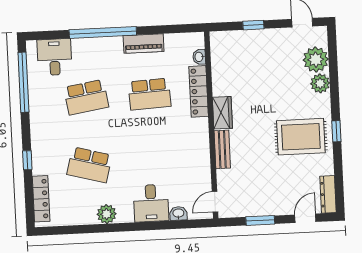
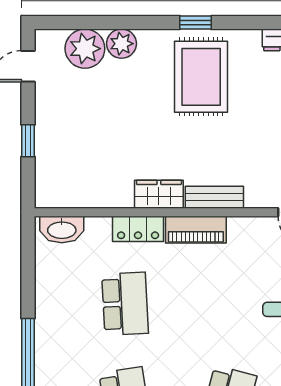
piano: (144, 44) -> (196, 230), moved, turned 90
washbasin: (199, 57) -> (62, 229), width x1.91, depth x1.45
locker: (199, 91) -> (138, 229), width x0.66

